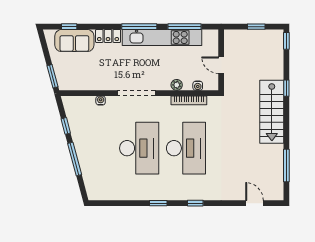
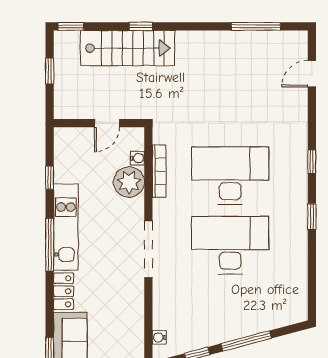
window: (184, 27) -> (50, 178), width x0.46
kitchen unit: (162, 38) -> (66, 227), width x0.73
plant: (177, 85) -> (129, 182), width x1.88, depth x1.88
water cooler: (101, 100) -> (159, 337), moved
stairs: (272, 112) -> (128, 48), moved

